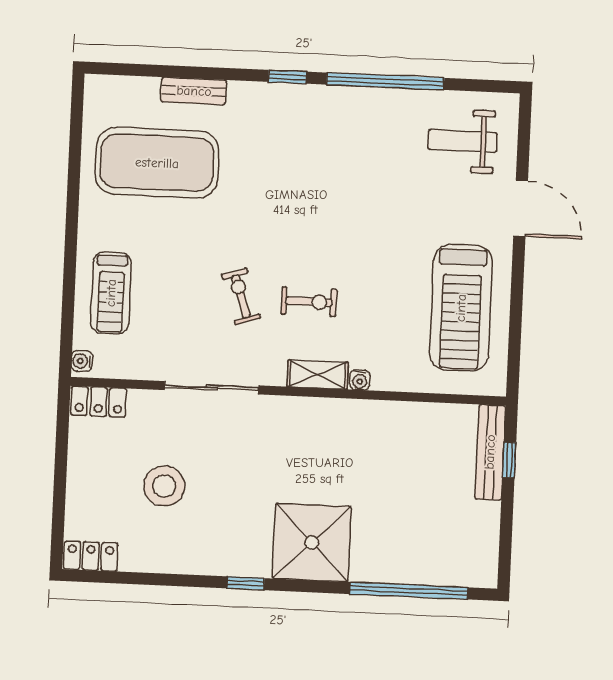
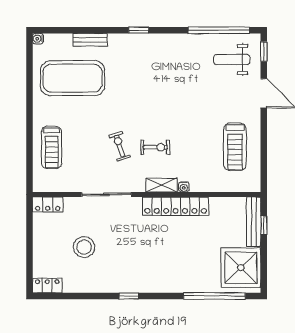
window: (385, 81) -> (219, 30), moved
window: (524, 129) -> (264, 52), added
treadmill: (461, 308) -> (235, 147), width x0.73, depth x0.73
water cooler: (82, 361) -> (38, 39), moved
locker: (342, 416) -> (176, 206), added
shower: (312, 542) -> (241, 268), moved

